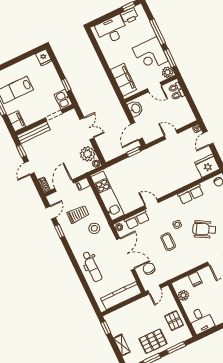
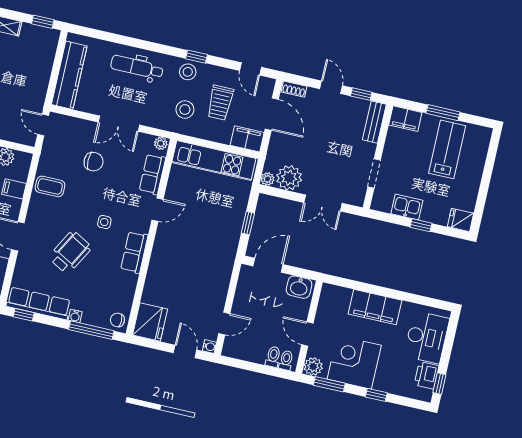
window: (157, 32) -> (376, 395), width x0.46
filing cabinet: (123, 80) -> (375, 307), moved
window: (66, 85) -> (421, 225), moved
door: (154, 87) -> (307, 334), hinge flipped
kitchen sink: (63, 99) -> (407, 207), moved
door: (137, 131) -> (268, 265), hinge flipped
bench: (34, 133) -> (374, 122), width x0.73
door: (171, 135) -> (224, 323), moved
window: (134, 152) -> (248, 223), moved
filing cabinet: (83, 184) -> (247, 139), width x2.00
row of seats: (191, 194) -> (134, 252), moved
window: (60, 231) -> (197, 57), moved
stool: (75, 241) -> (188, 72), added
coffee table: (168, 242) -> (50, 186), moved
double door: (125, 254) -> (119, 124), width x0.73
chair: (149, 269) -> (94, 162), moved

